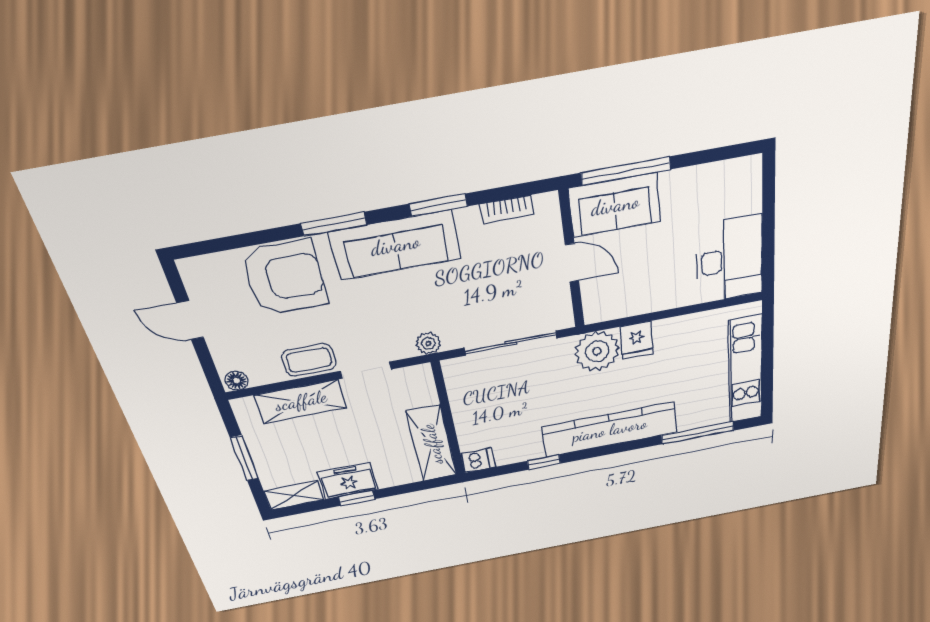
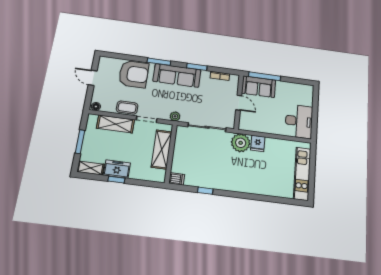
kitchen counter: (610, 430) -> (239, 184), removed
window: (698, 433) -> (278, 200), removed
shelving: (432, 444) -> (162, 149), moved

